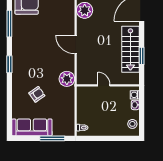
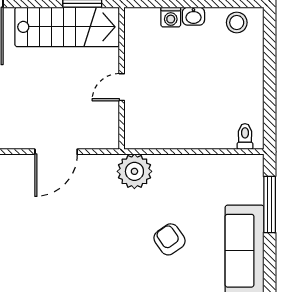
door: (104, 85) -> (122, 87), moved
wall: (108, 85) -> (122, 78), moved

